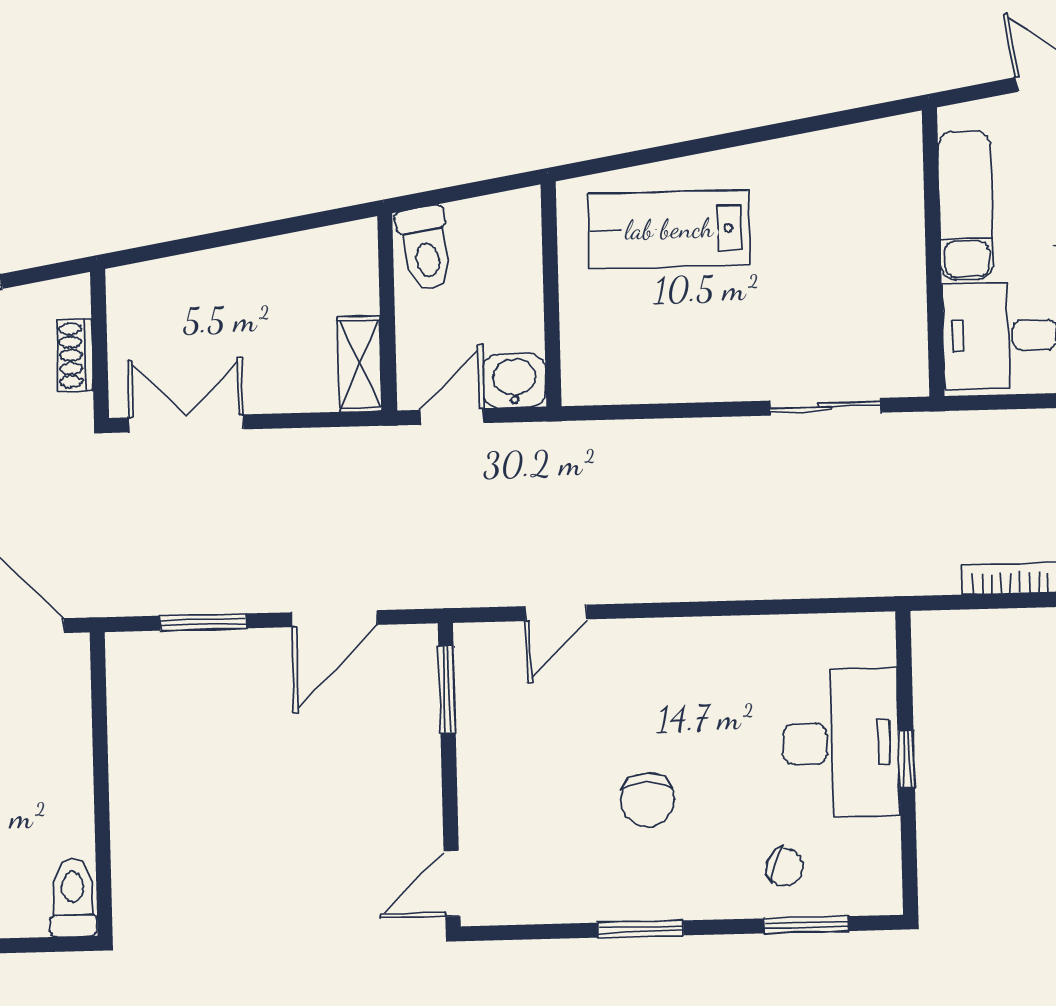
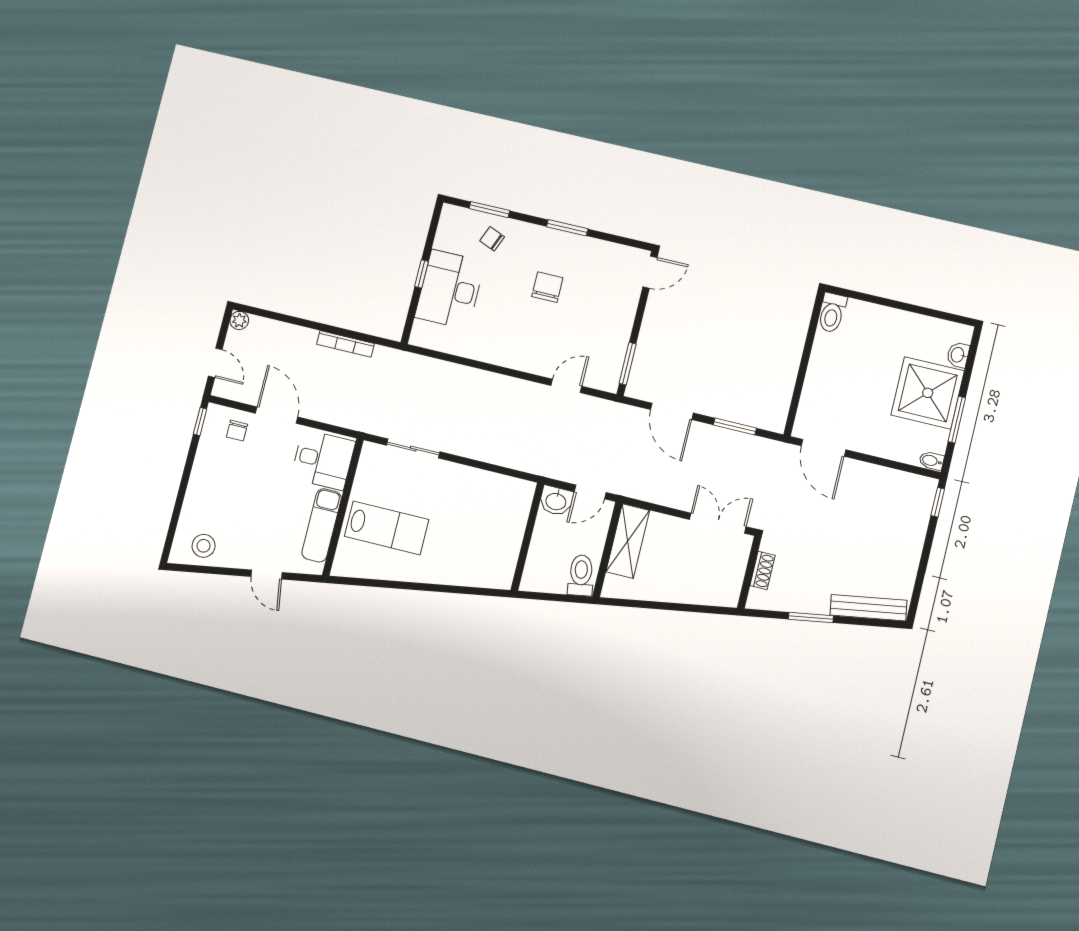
lab bench: (669, 229) -> (387, 528), moved
shelving: (360, 364) -> (628, 541), width x1.50, depth x1.33
double door: (186, 423) -> (718, 523), swing flipped
door: (334, 619) -> (672, 411), swing flipped

